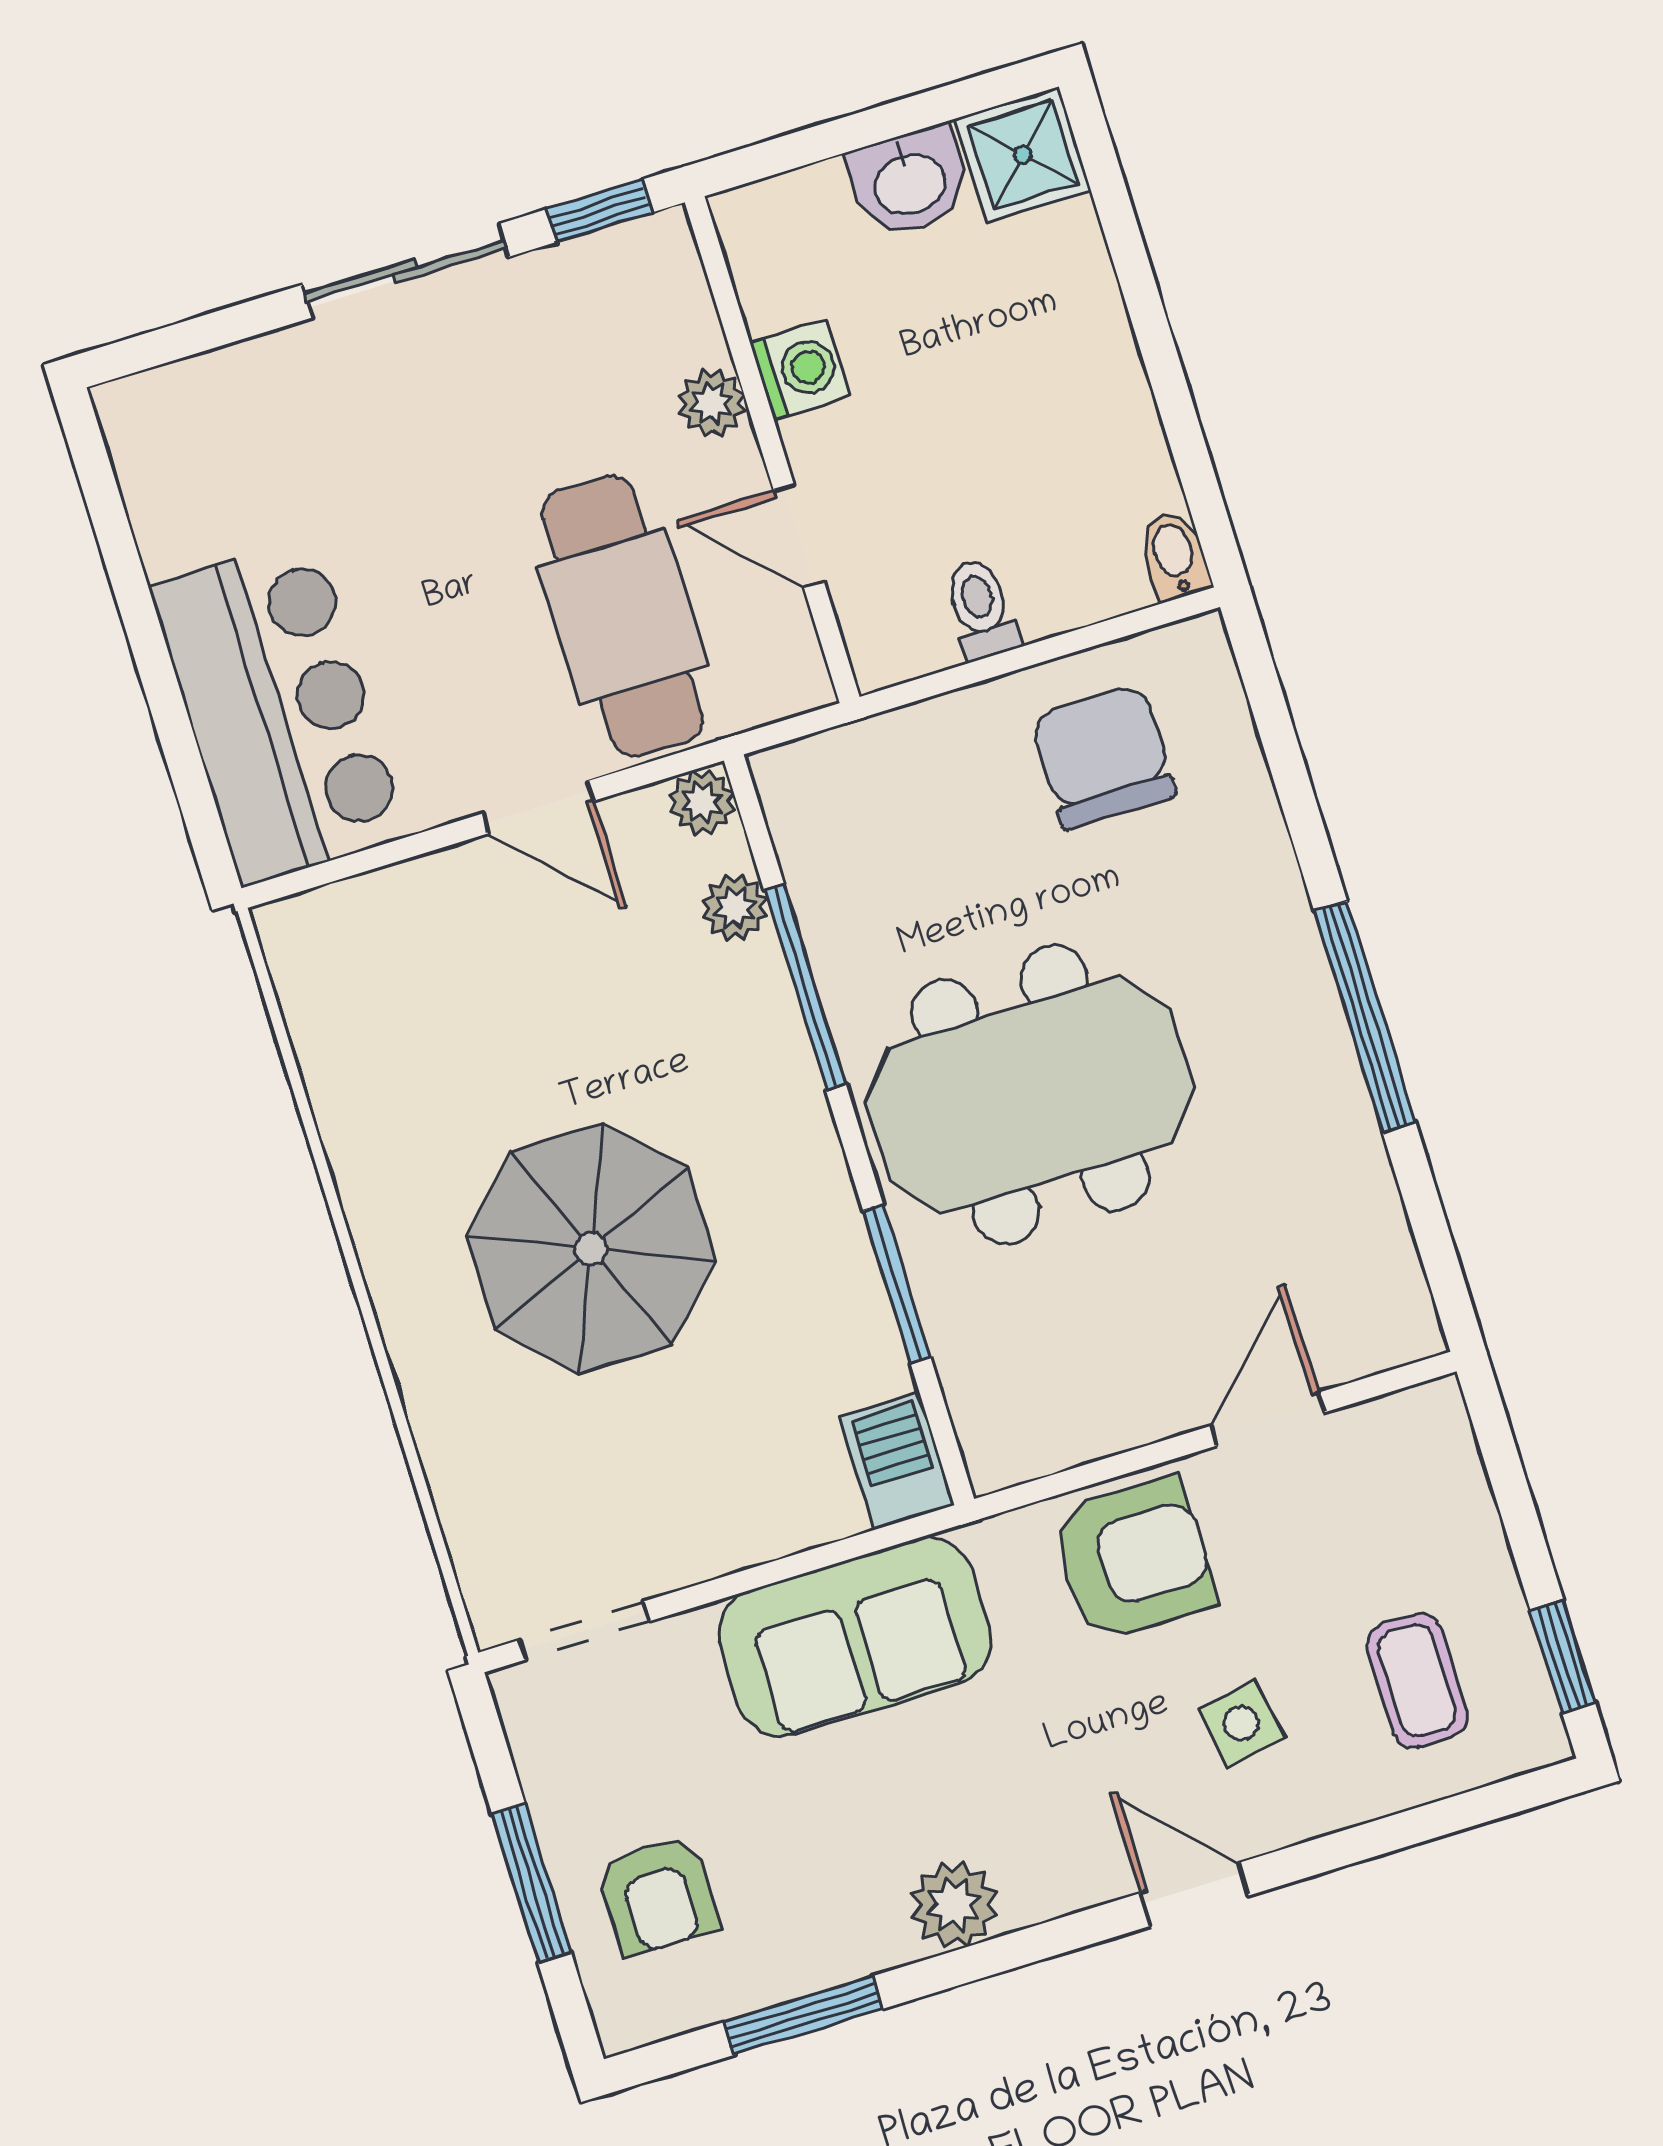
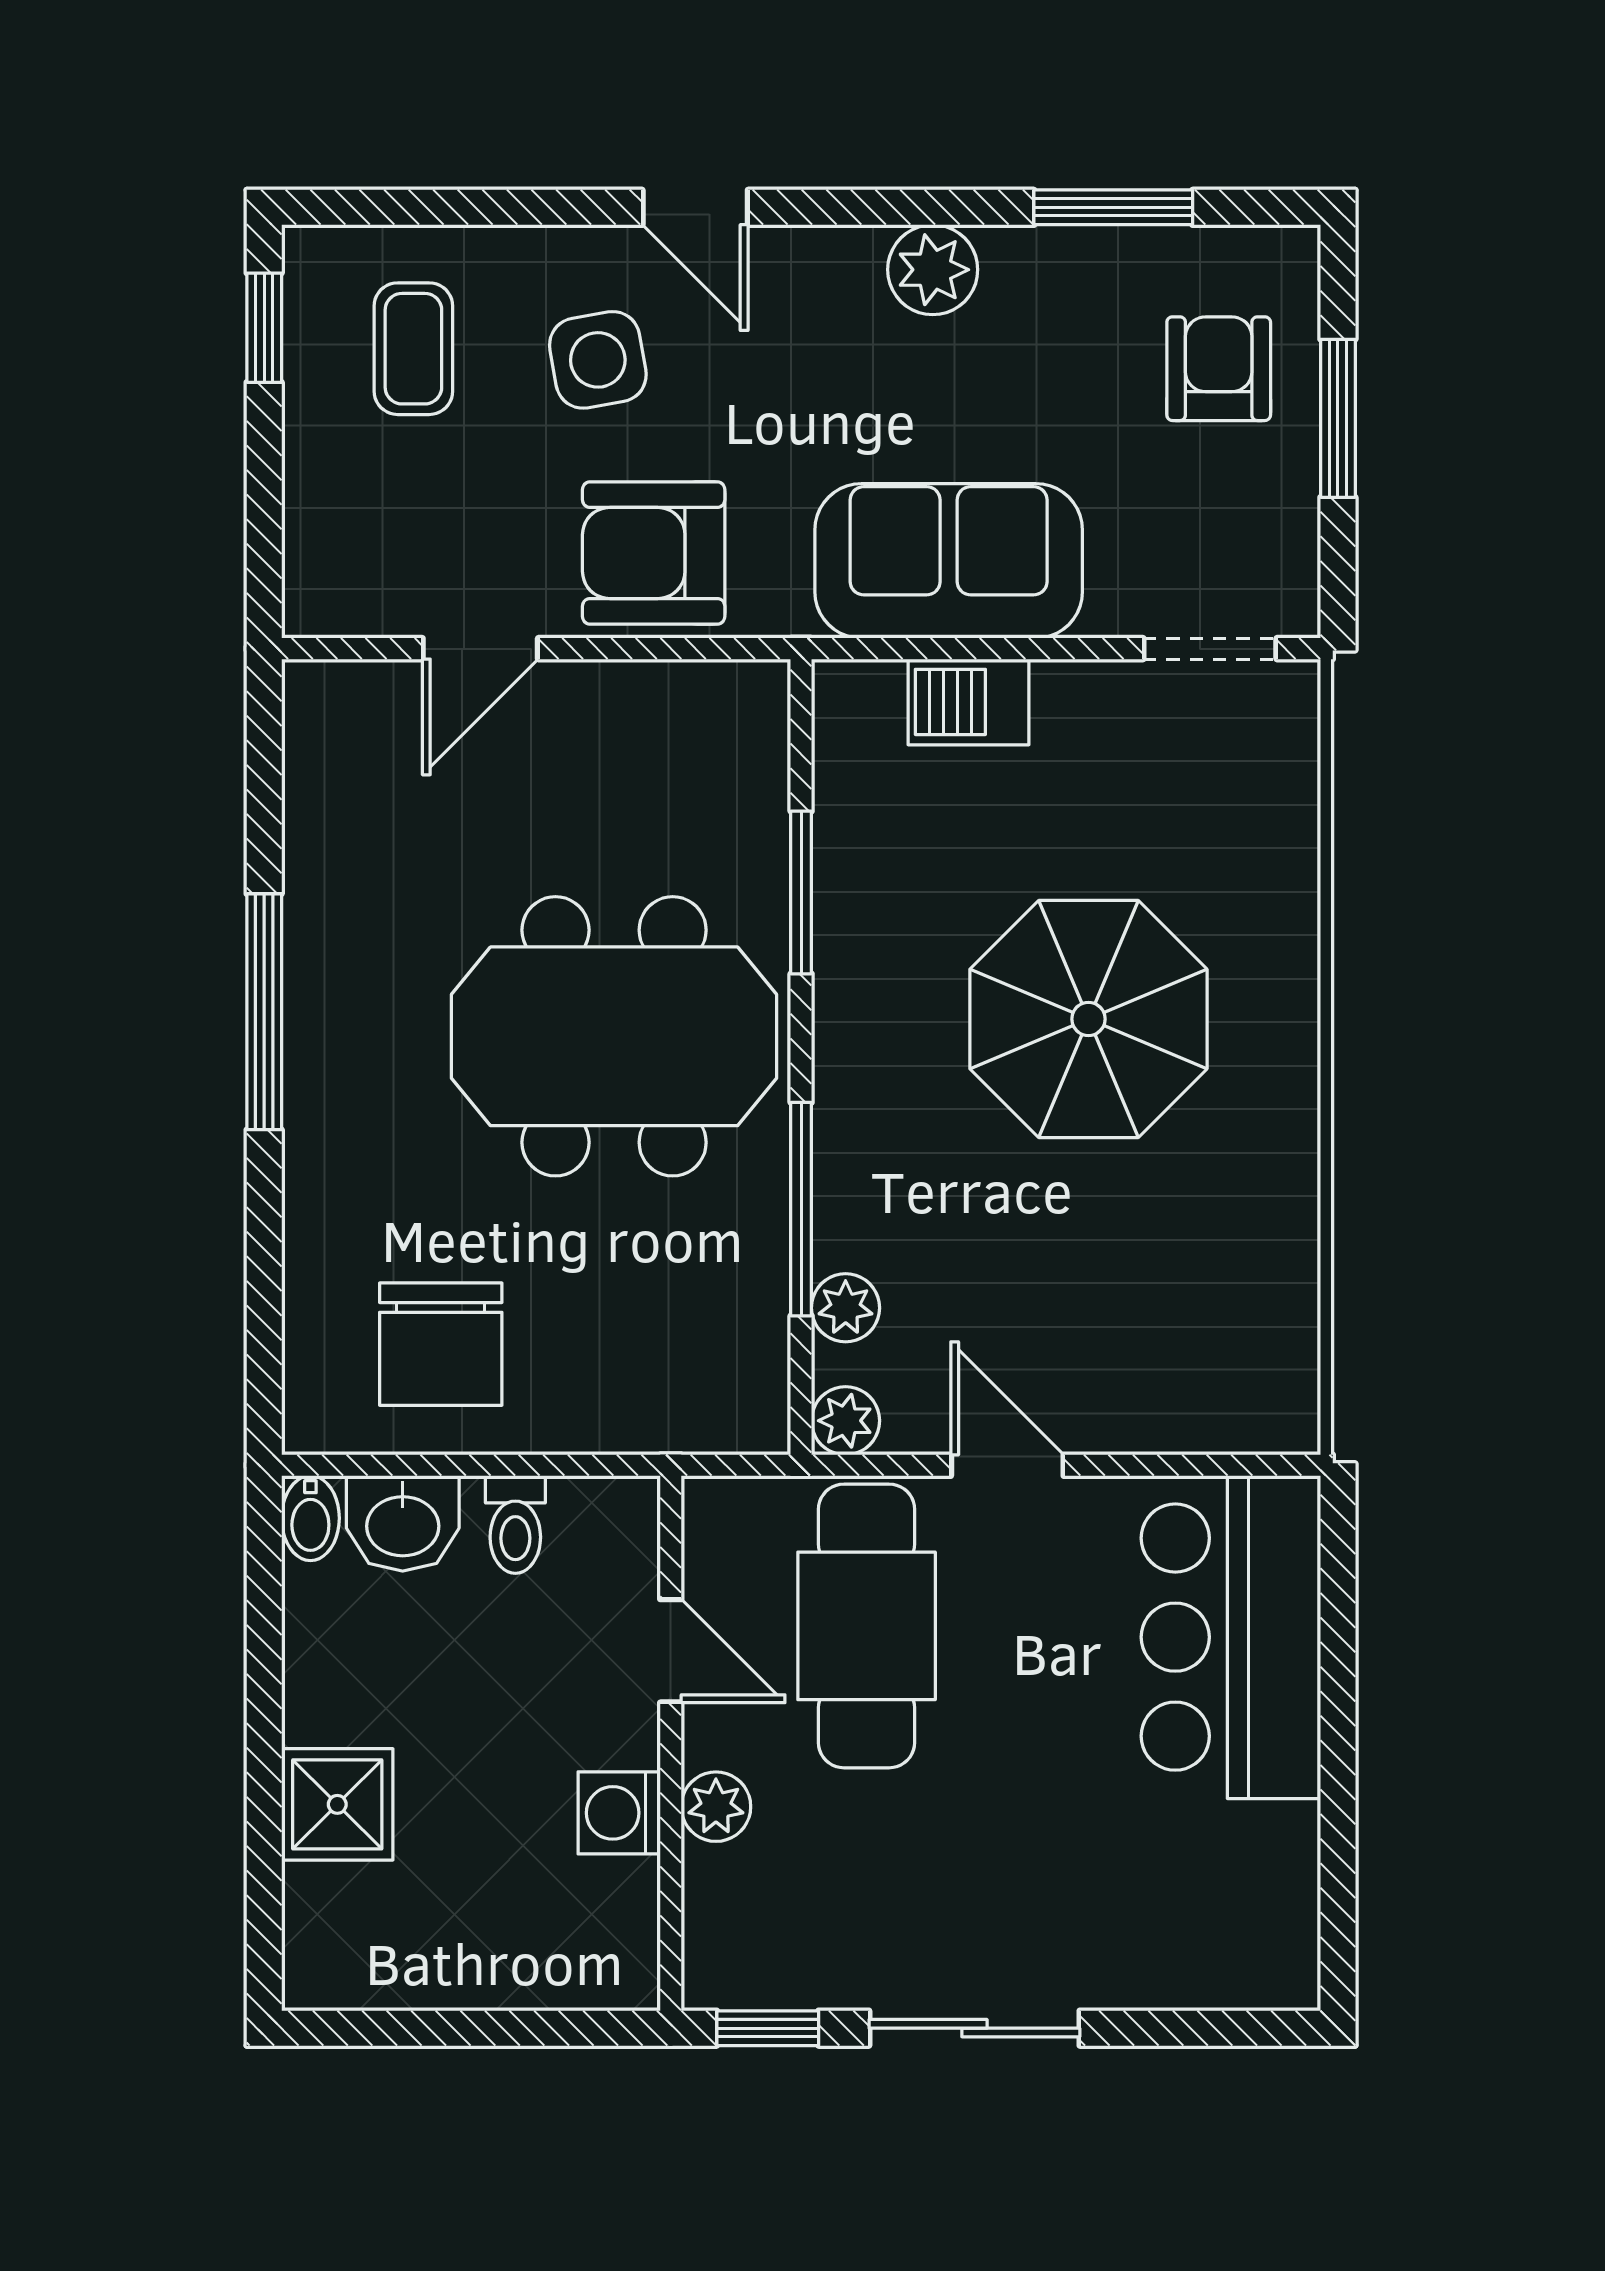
shower: (1023, 155) -> (337, 1804), moved
washbasin: (909, 182) -> (403, 1523), moved, turned 180
barbecue: (897, 1461) -> (969, 702), moved, turned 90
side table: (1241, 1723) -> (598, 360), width x1.37, depth x1.37

